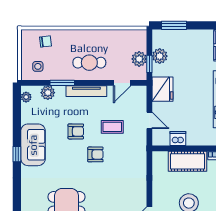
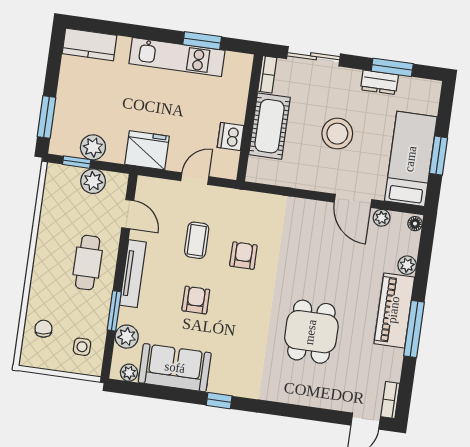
window: (149, 64) -> (77, 162), moved
sofa: (33, 145) -> (175, 368), moved
armchair: (95, 154) -> (243, 256), moved

